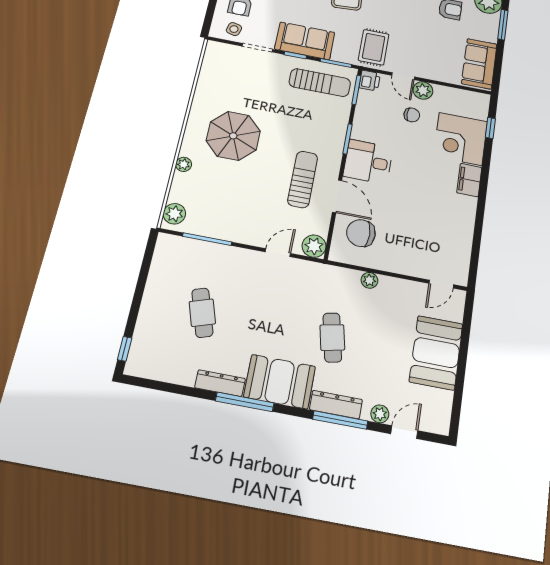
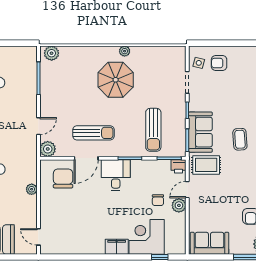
sofa: (305, 41) -> (200, 132), moved
sun lounger: (320, 83) -> (153, 130), moved
plant: (184, 164) -> (125, 51), moved
door: (278, 253) -> (38, 126), hinge flipped

